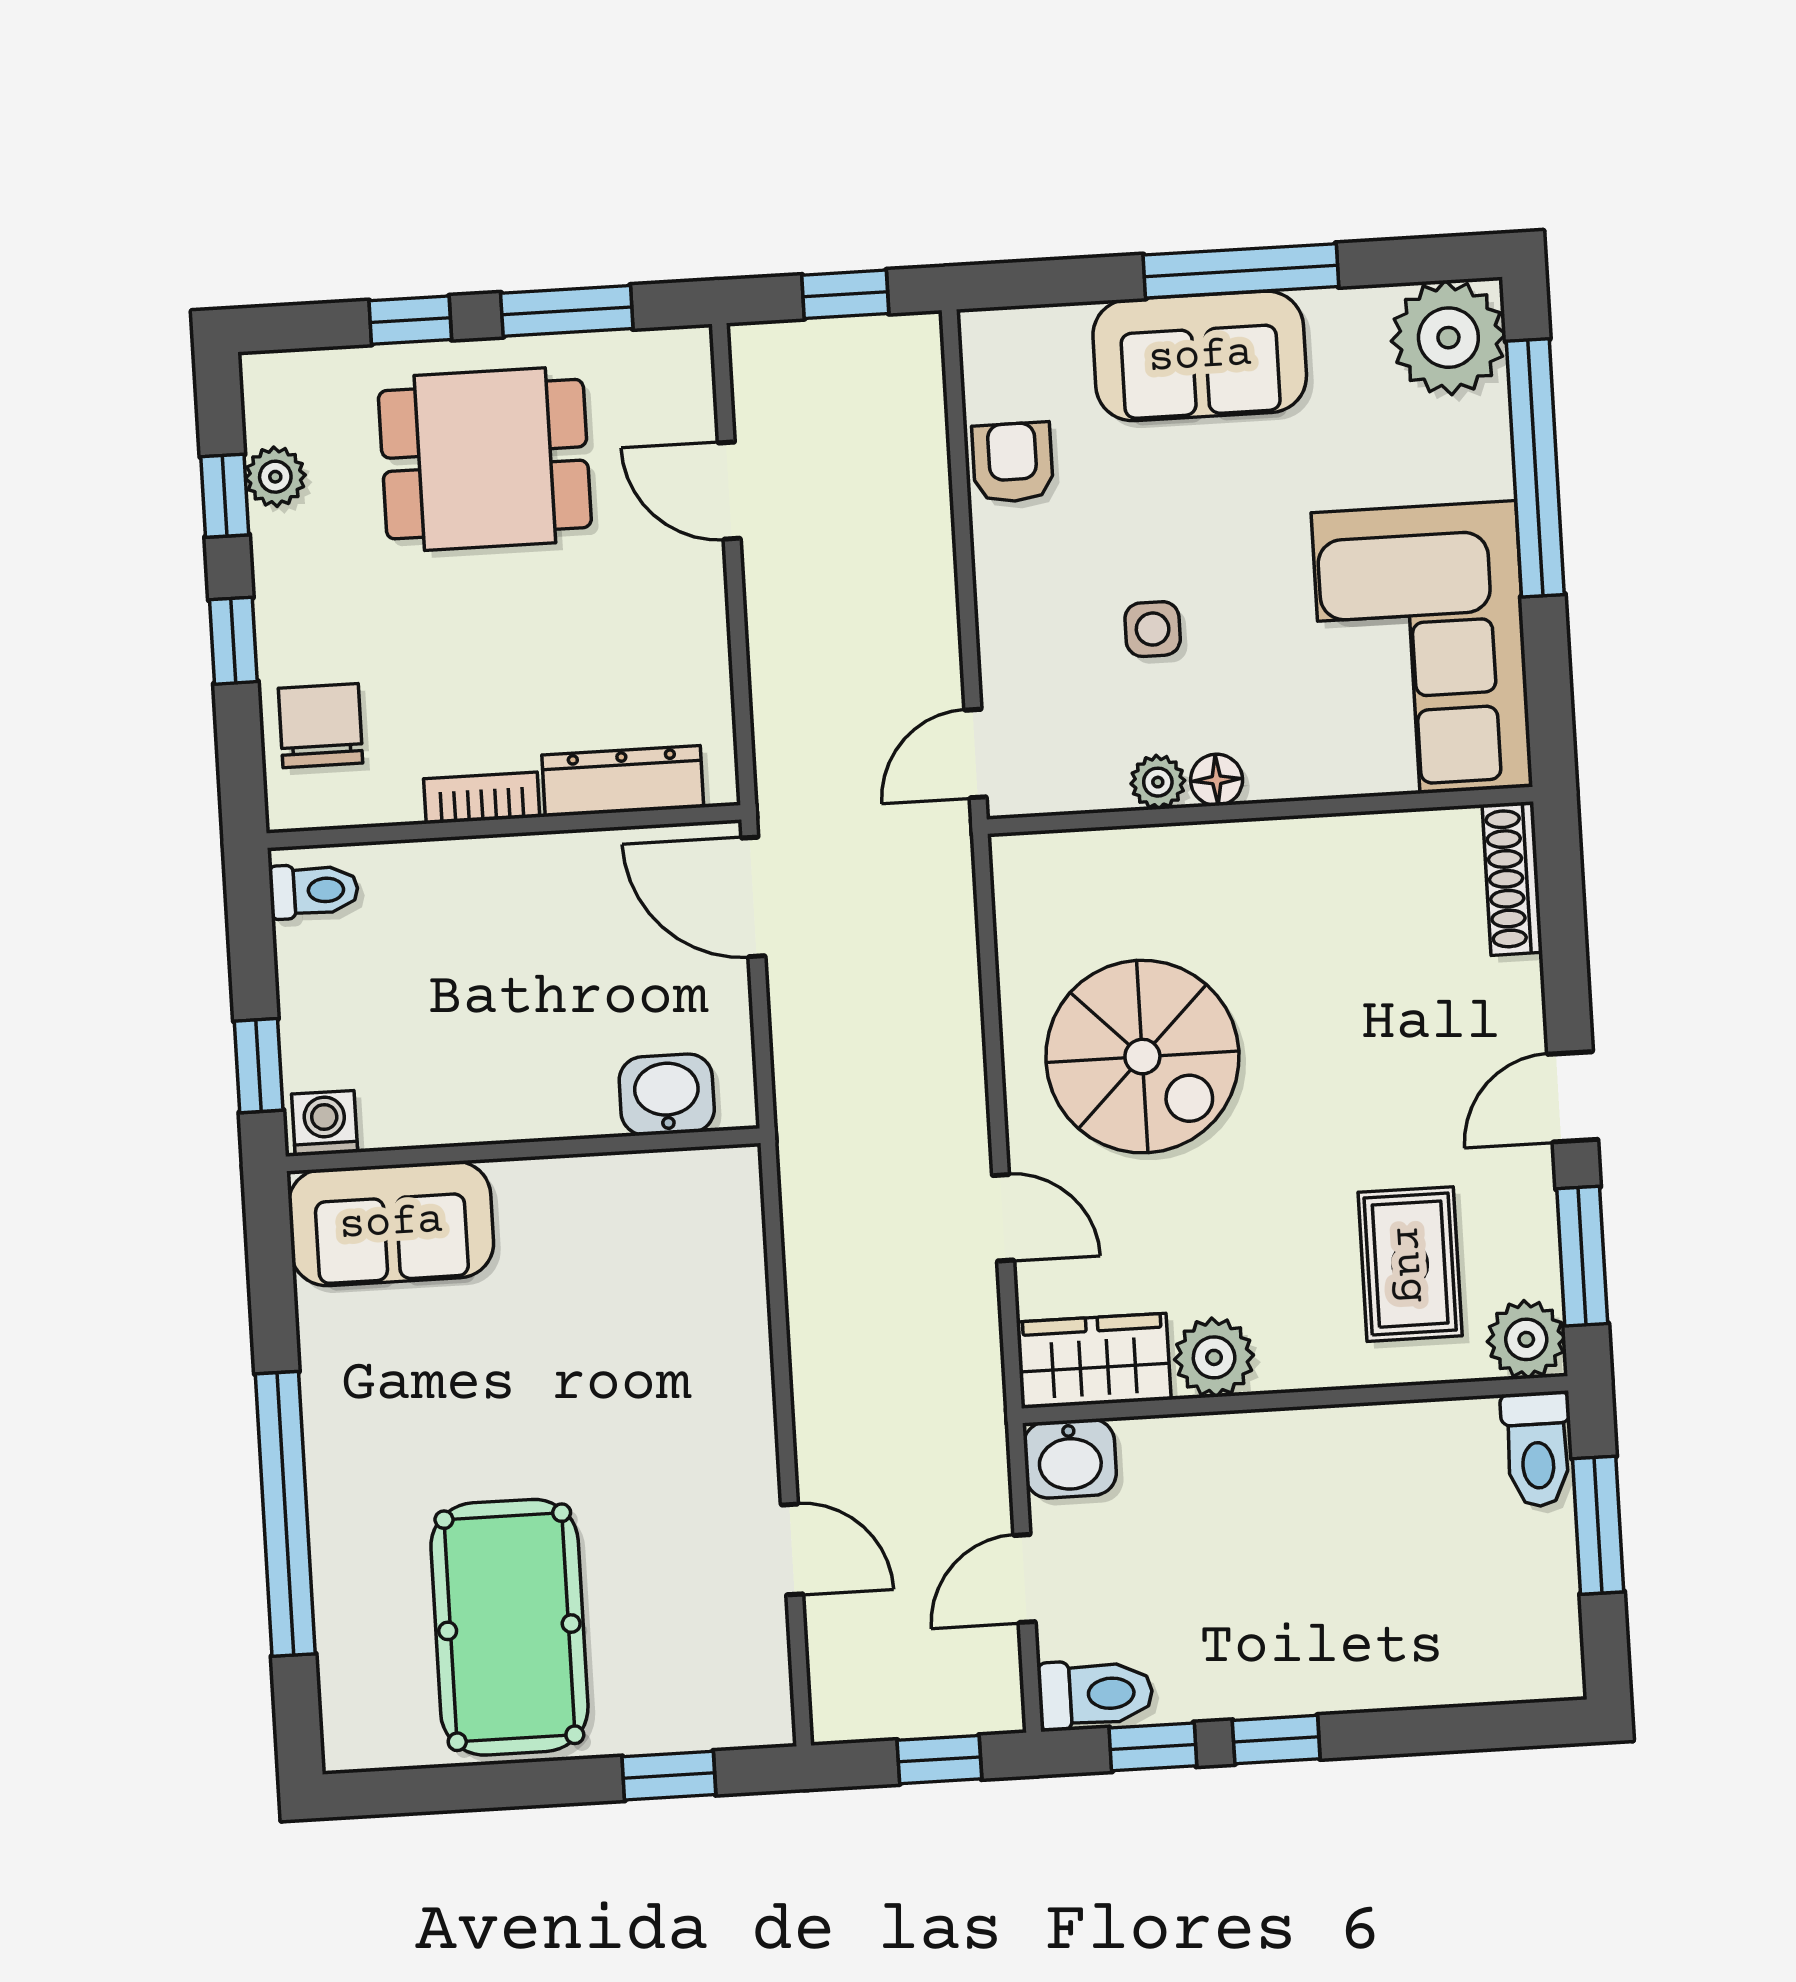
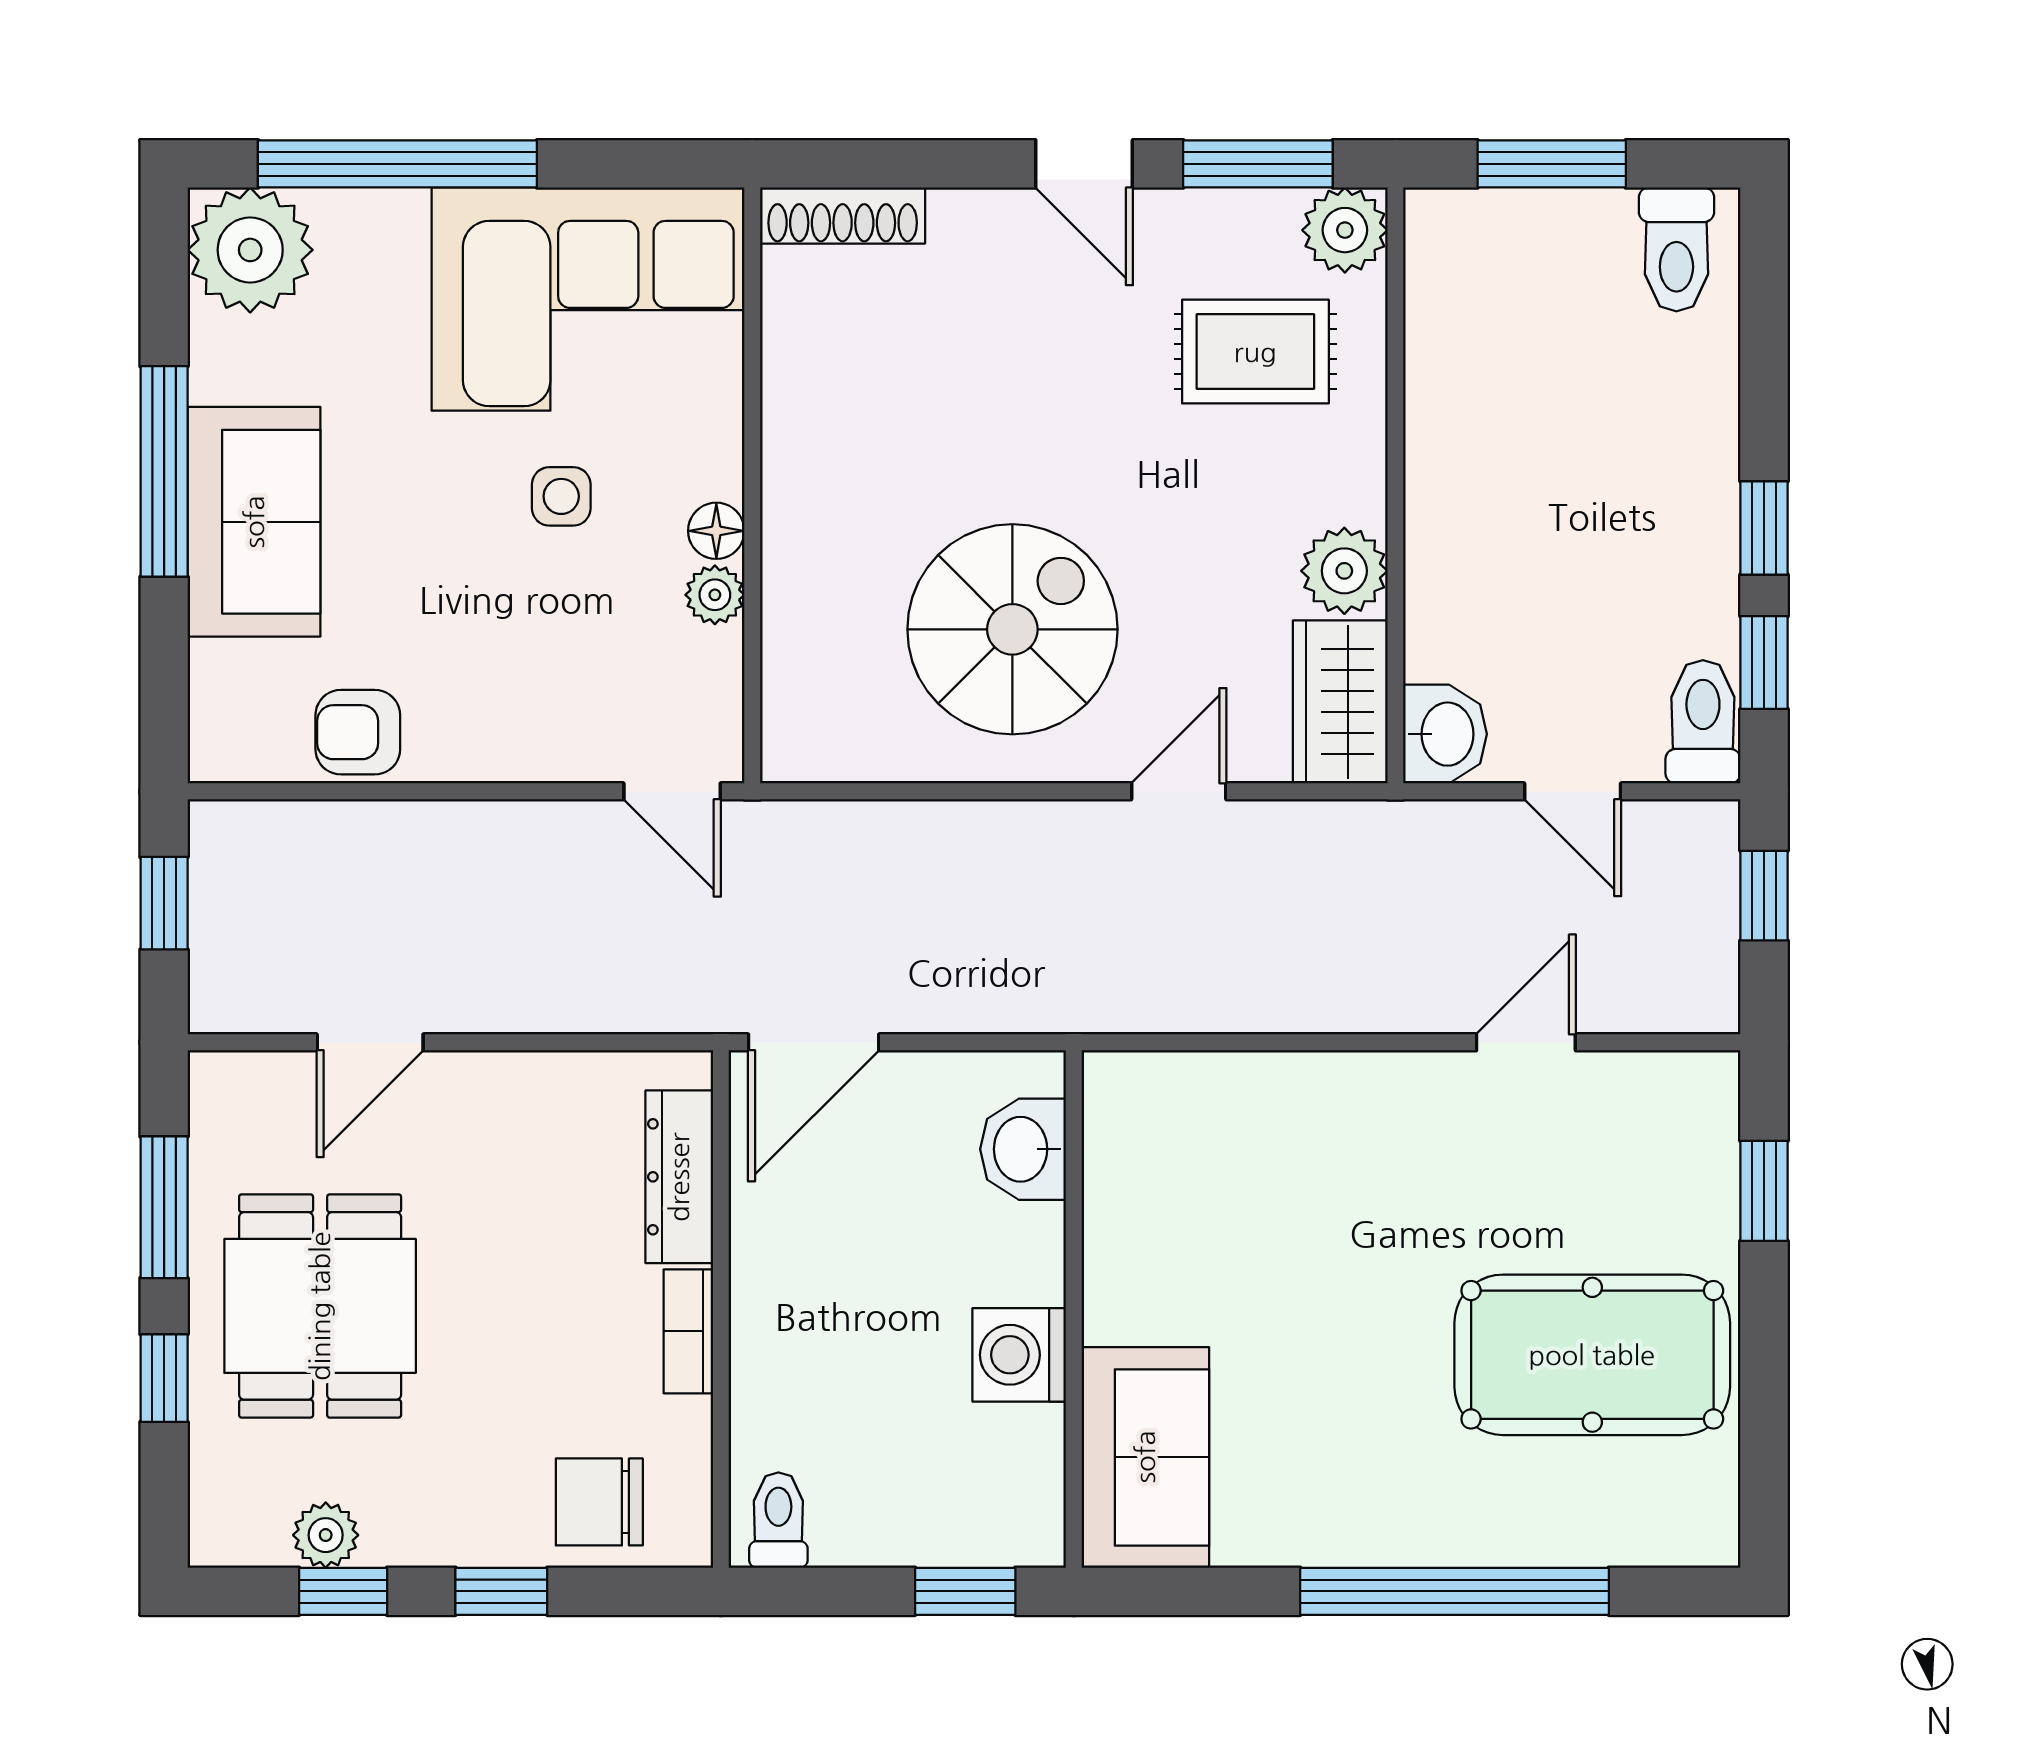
side table: (1153, 629) -> (561, 496), moved
washing machine: (325, 1123) -> (1019, 1355), moved, width x1.38, depth x1.38
toilet: (1537, 1449) -> (1676, 249), moved, turned 90

